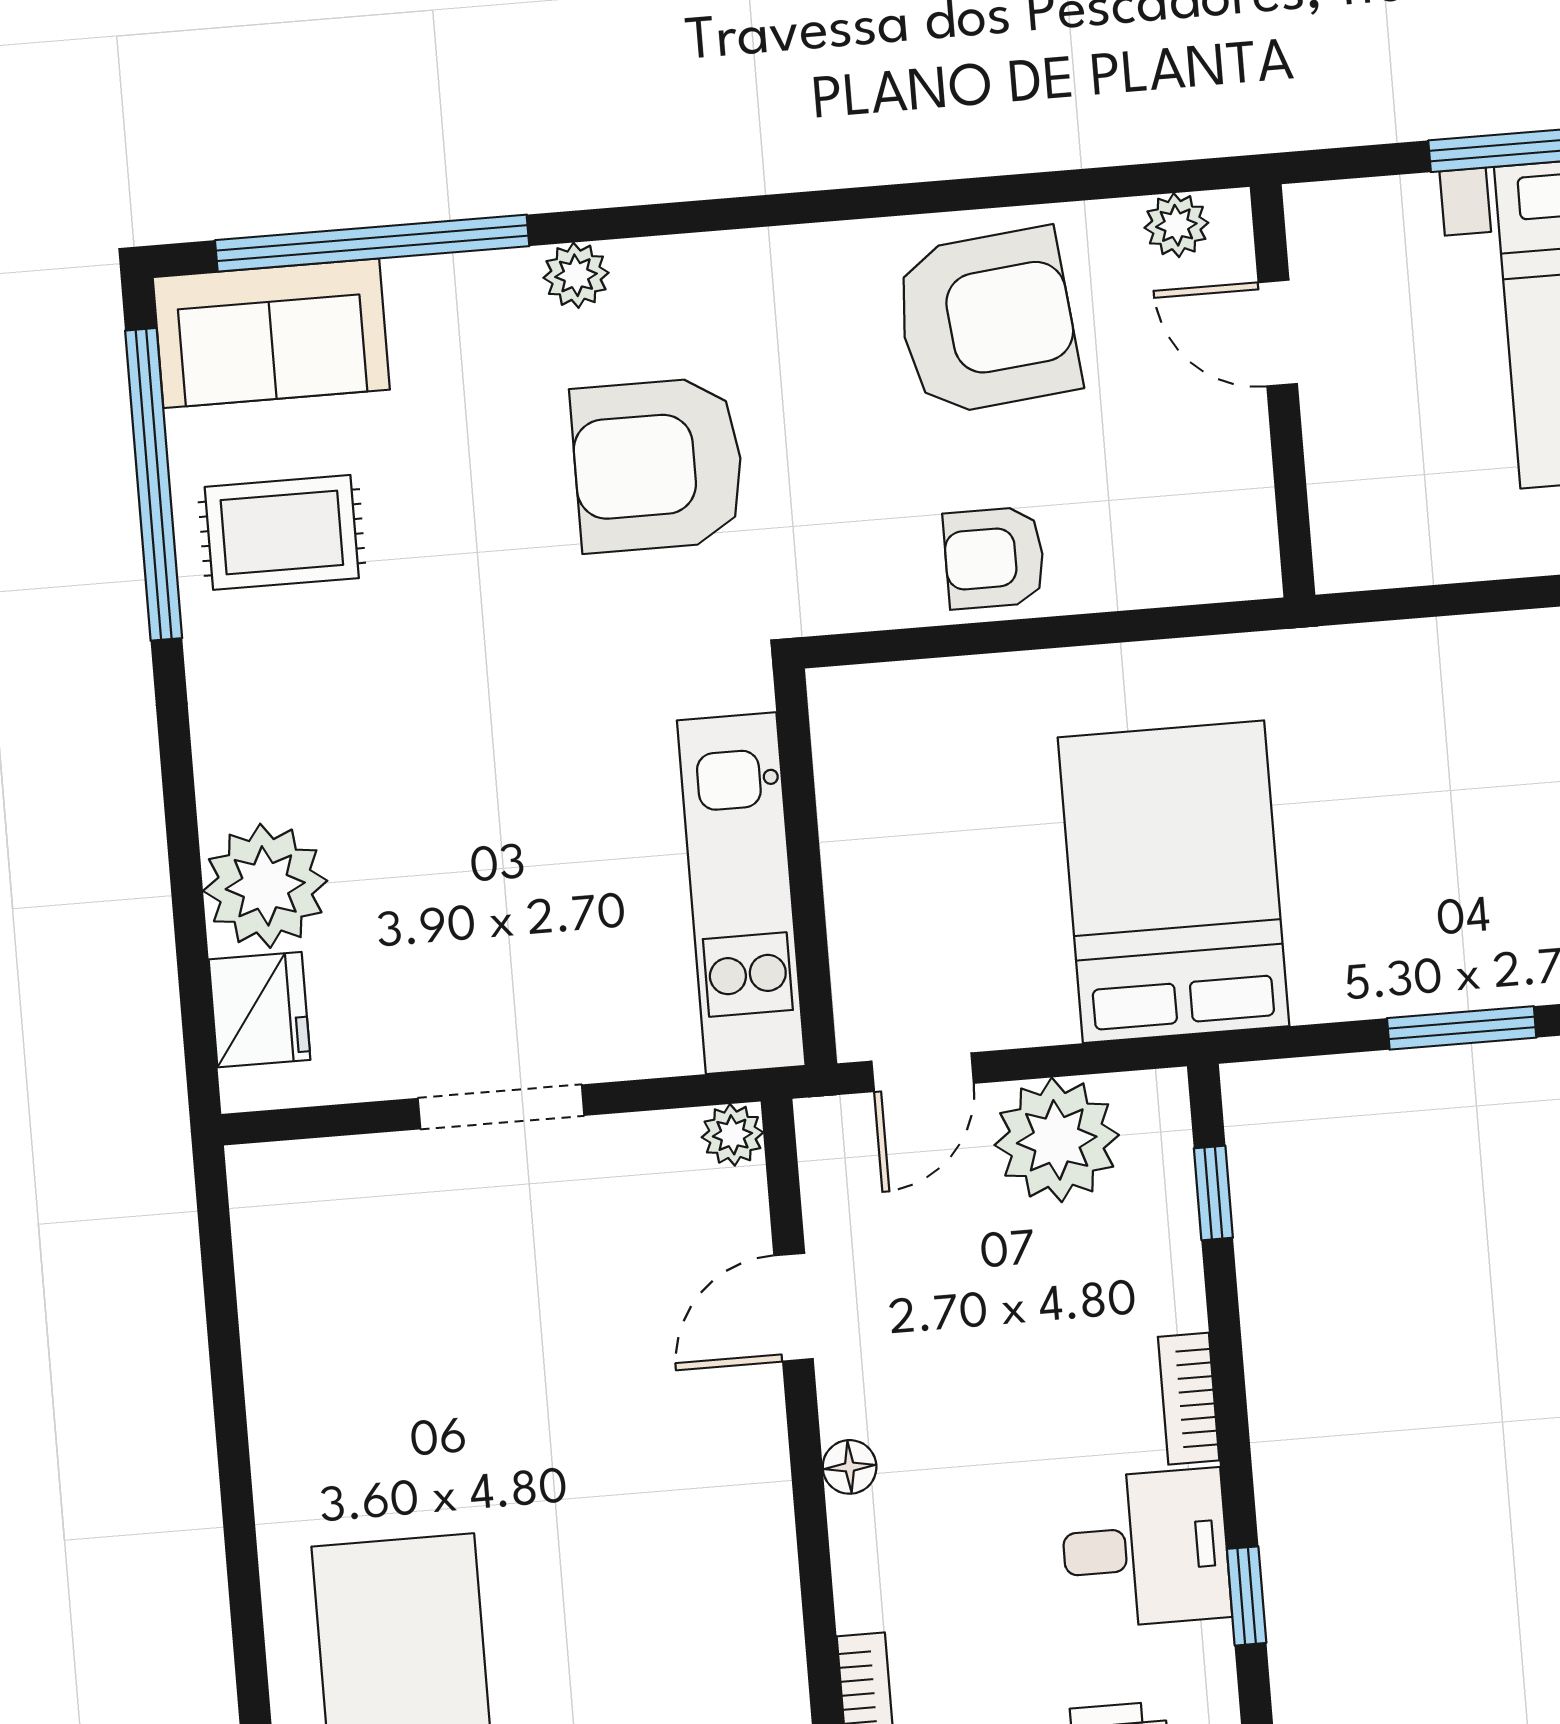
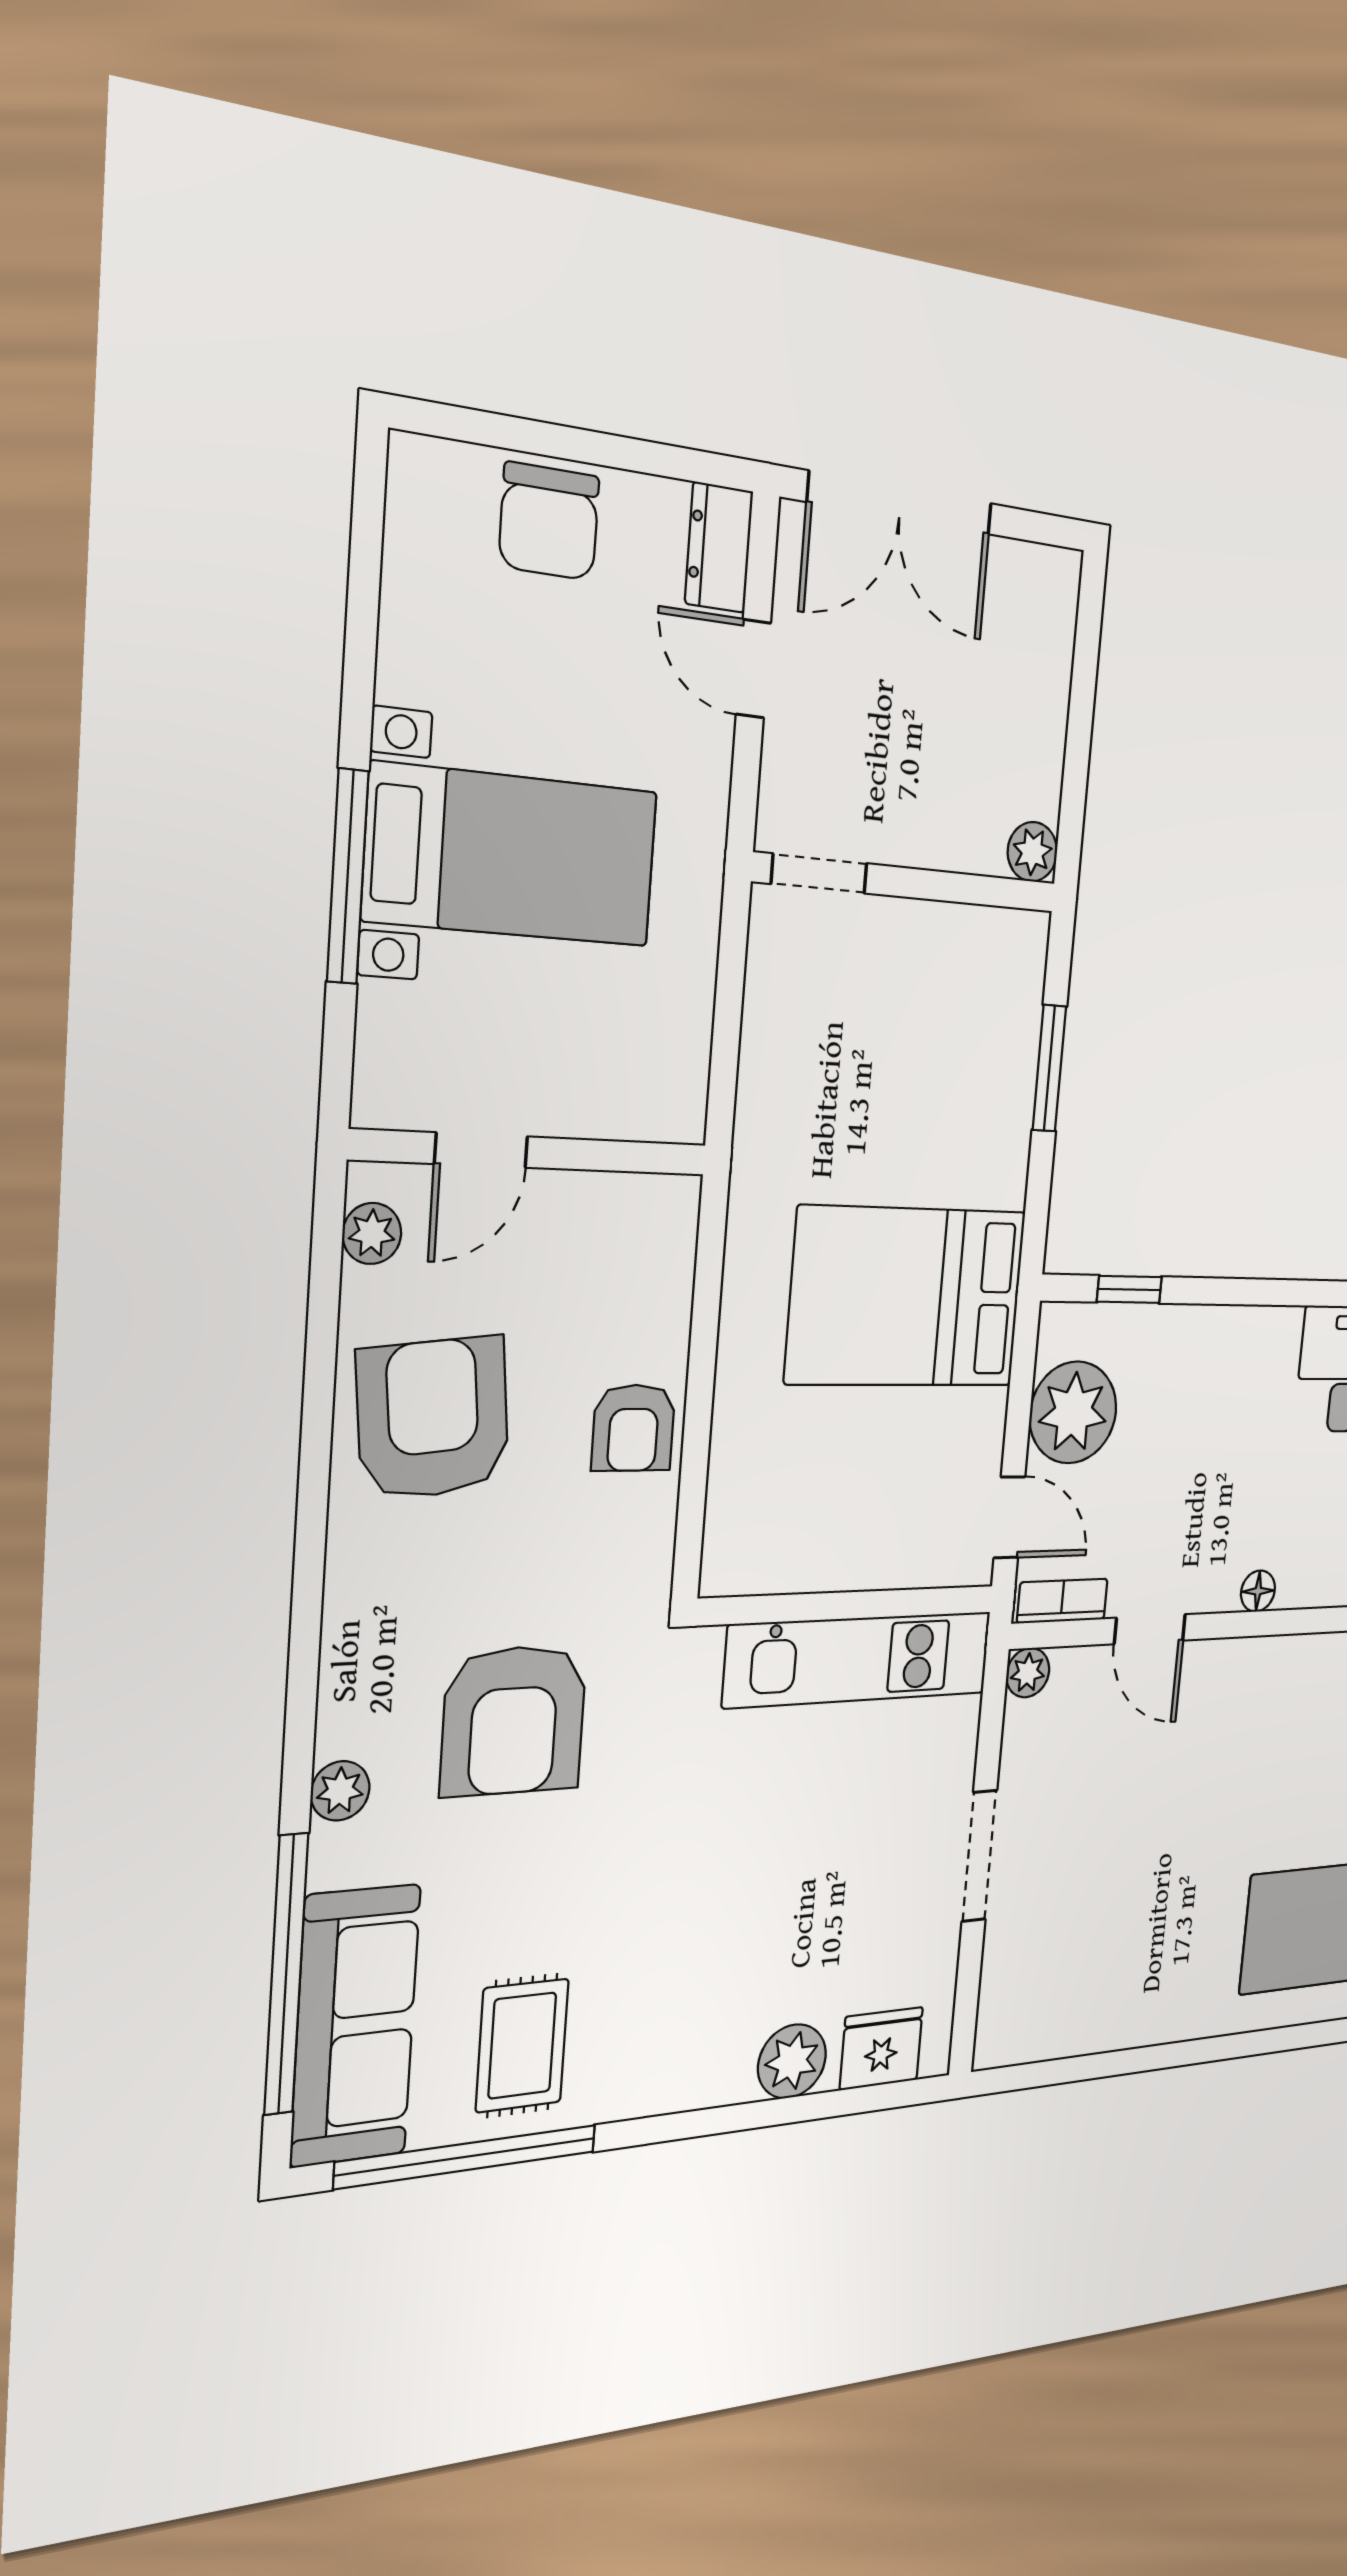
sofa: (271, 333) -> (355, 2026), width x1.36
plant: (265, 886) -> (792, 2061), width x0.73, depth x0.73
bookcase: (1189, 1399) -> (1062, 1601), moved, turned 180

